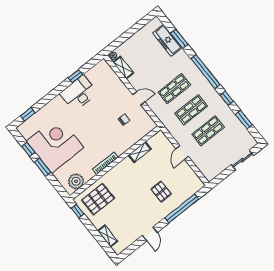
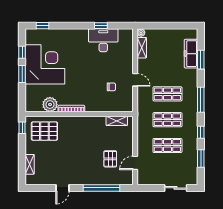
window: (205, 72) -> (201, 100), width x0.68
desk: (79, 93) -> (103, 40), moved
shelving: (140, 152) -> (117, 121), moved
door: (182, 153) -> (135, 163), moved
plant: (76, 181) -> (50, 105), moved
pallet: (161, 192) -> (110, 159), moved

